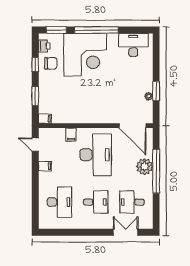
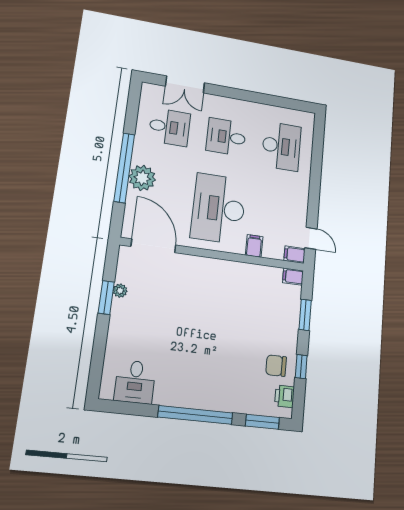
desk: (133, 45) -> (135, 382), width x0.73
corner desk: (85, 55) -> (218, 374), removed
filing cabinet: (45, 166) -> (295, 255), moved
desk: (59, 202) -> (281, 146), turned 180

